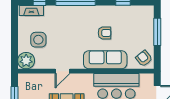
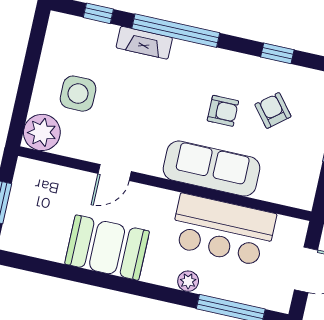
fireplace: (31, 10) -> (144, 43), moved
armchair: (144, 58) -> (273, 110), moved

